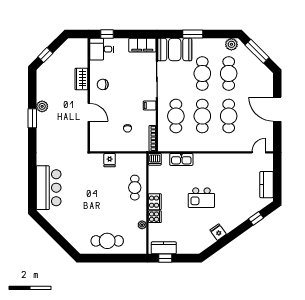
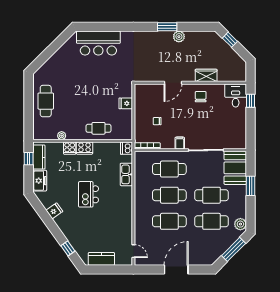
filing cabinet: (142, 45) -> (240, 136), removed
freezer: (188, 247) -> (40, 181), added

